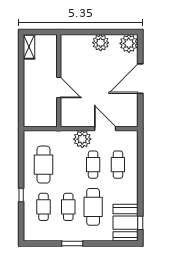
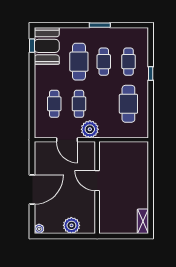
plant: (129, 43) -> (39, 229), width x0.53, depth x0.53
wall: (59, 81) -> (97, 188), moved
door: (59, 88) -> (97, 181), moved

